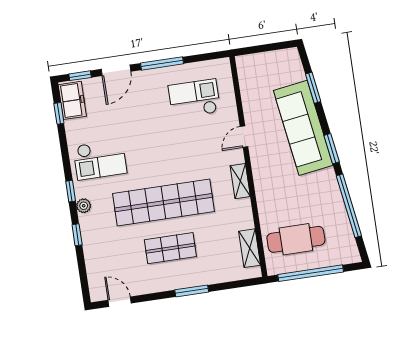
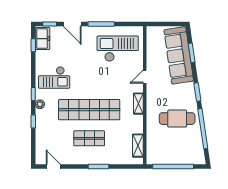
door: (116, 70) -> (72, 24), hinge flipped
checkout: (194, 99) -> (118, 49), width x1.36, depth x1.21
sofa: (303, 128) -> (179, 55), moved
cafe table: (296, 239) -> (177, 119), moved

